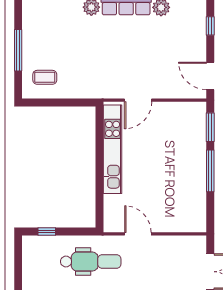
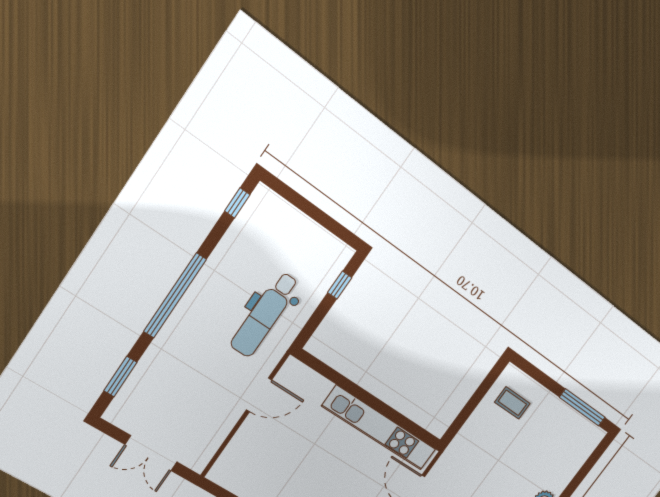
window: (18, 50) -> (582, 407), moved
coffee table: (45, 77) -> (512, 403), turned 90

